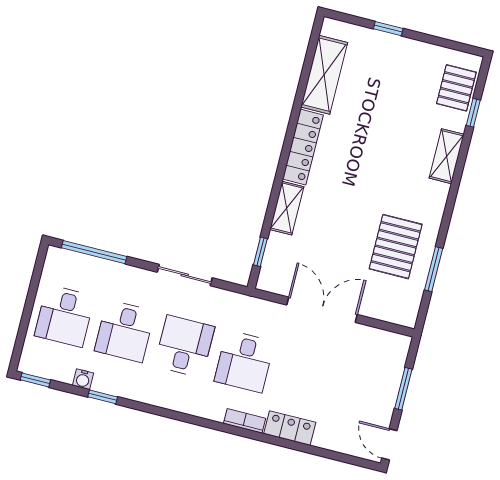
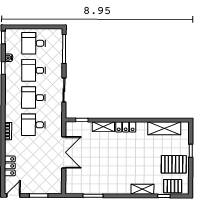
locker: (303, 147) -> (126, 127), width x0.66
pallet: (396, 247) -> (174, 164), moved
desk: (185, 346) -> (33, 98), turned 180
locker: (290, 428) -> (10, 166), moved

